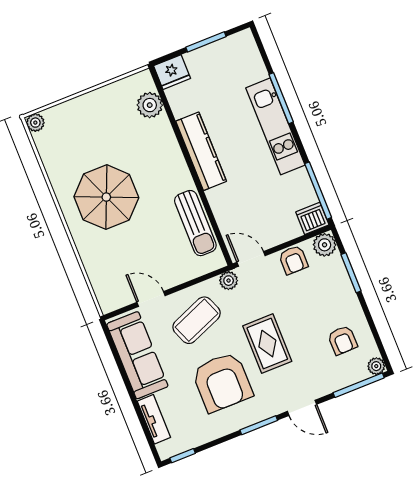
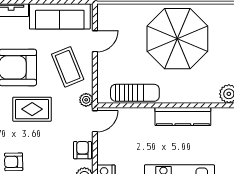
parasol: (106, 197) -> (177, 39), width x1.36, depth x1.36
sun lounger: (195, 223) -> (135, 93), turned 180
armchair: (293, 260) -> (83, 150), turned 90

